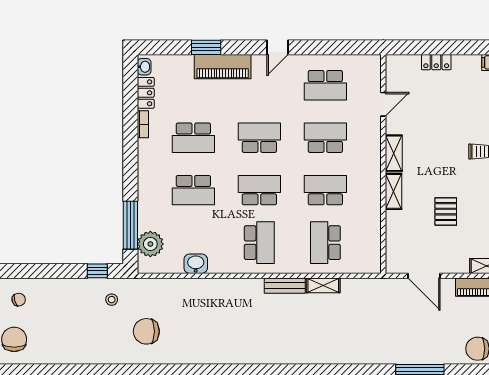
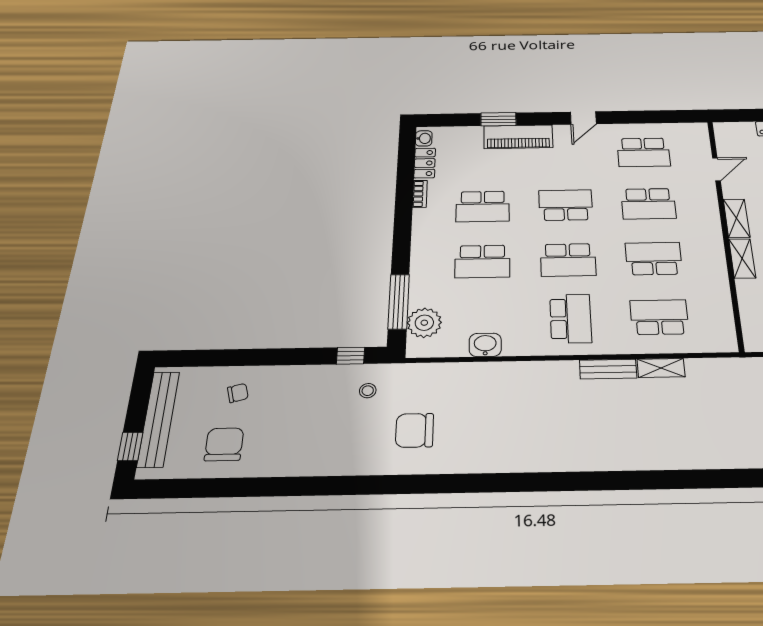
school desk: (325, 138) -> (648, 204), turned 180
school desk: (259, 190) -> (568, 260), turned 180
school desk: (325, 243) -> (659, 317), turned 90

